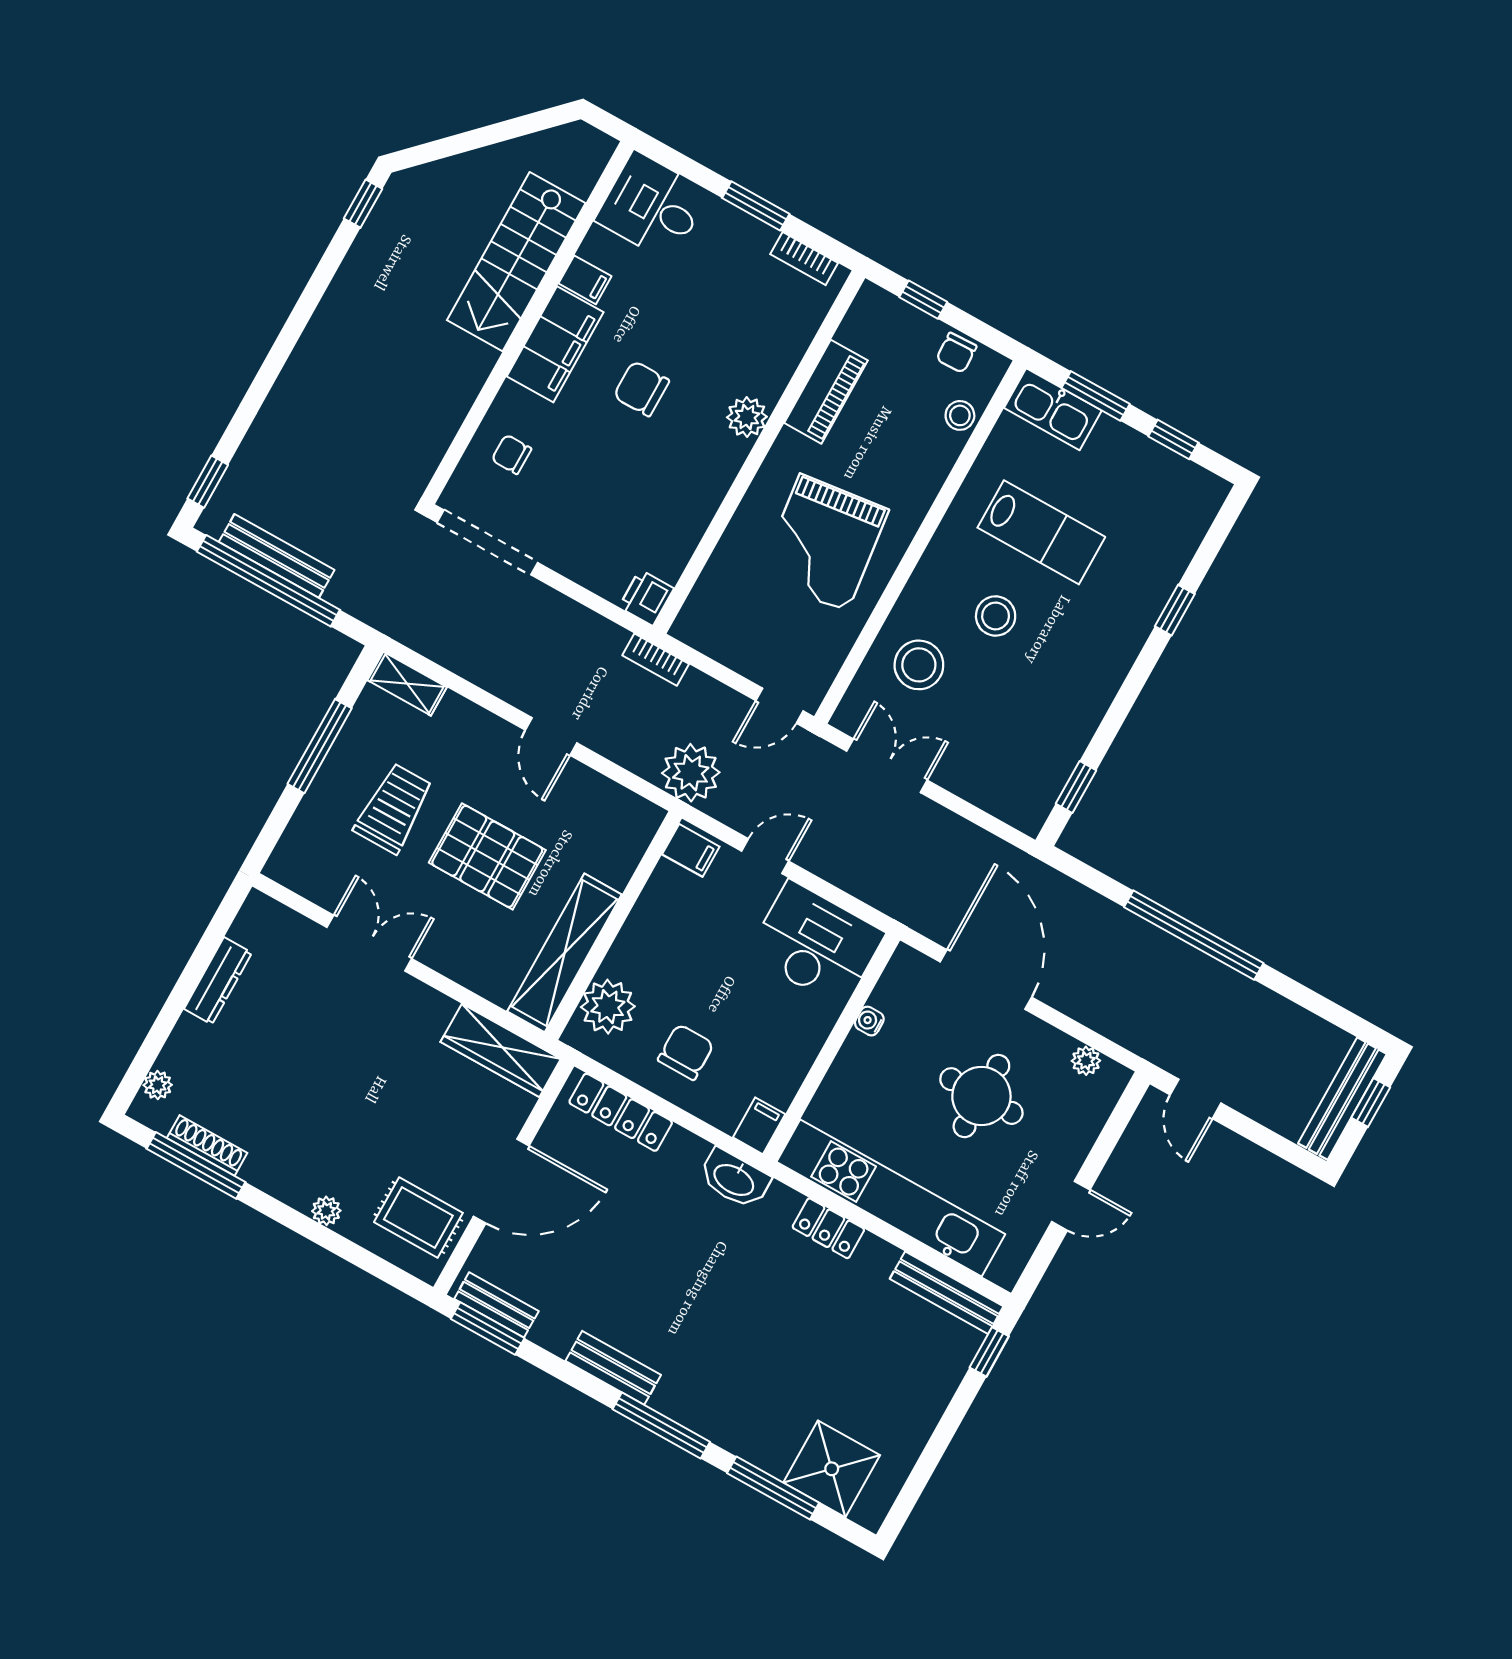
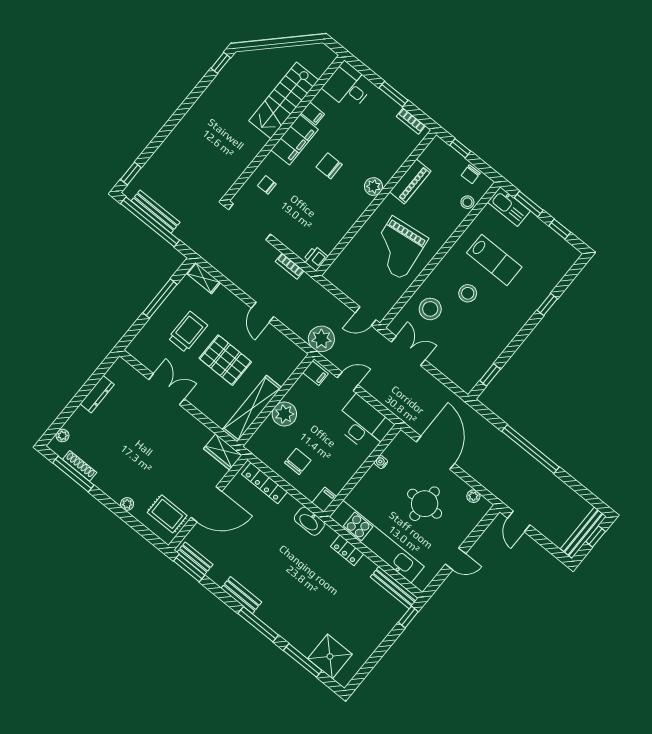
bookcase: (656, 660) -> (290, 266), moved
plant: (608, 1007) -> (284, 414), moved
wardrobe: (501, 1050) -> (223, 452), width x0.67

